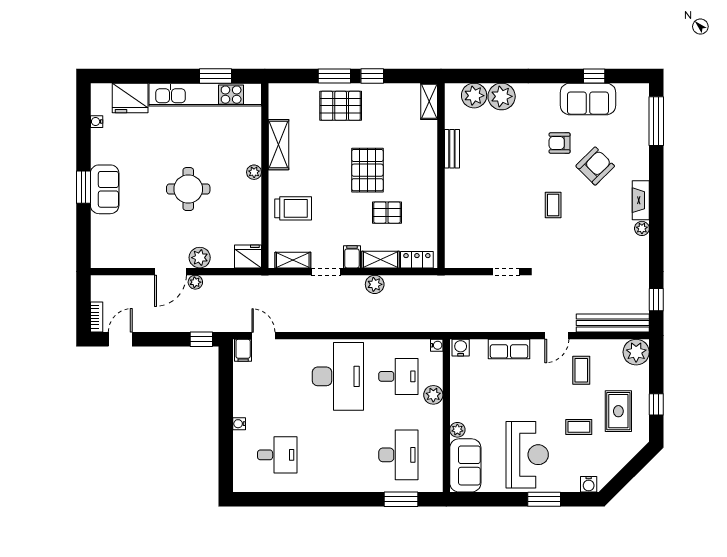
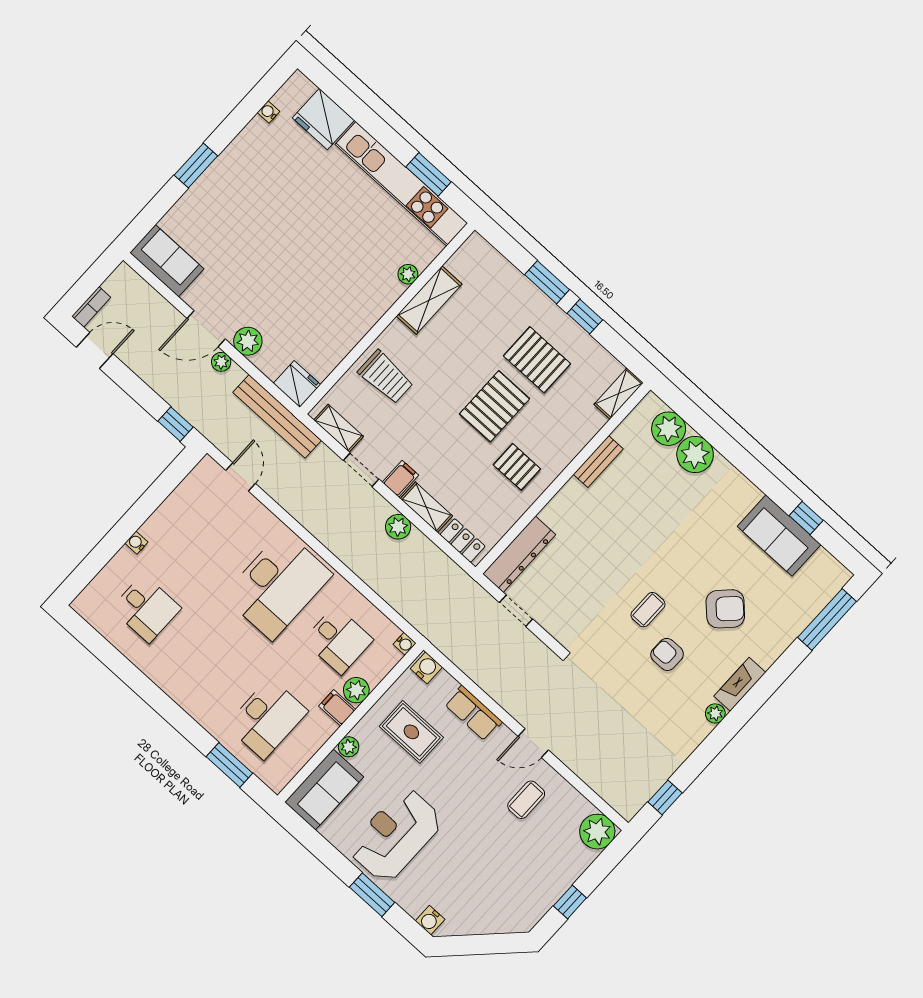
pallet: (341, 106) -> (537, 360), moved
armchair: (560, 143) -> (667, 654), moved
plant: (254, 172) -> (408, 274), moved
sofa: (105, 189) -> (167, 261), moved, turned -90
round table: (188, 189) -> (299, 262), removed
pallet: (387, 213) -> (517, 467), moved
dresser: (455, 239) -> (519, 554), added
doorway: (506, 272) -> (516, 611), moved
bench: (613, 323) -> (277, 416), moved
filing cabinet: (243, 350) -> (337, 708), moved, turned 90
rug: (618, 411) -> (411, 732), moved, turned 90
coffee table: (579, 427) -> (472, 854), removed
reception desk: (527, 455) -> (396, 835), turned 180

